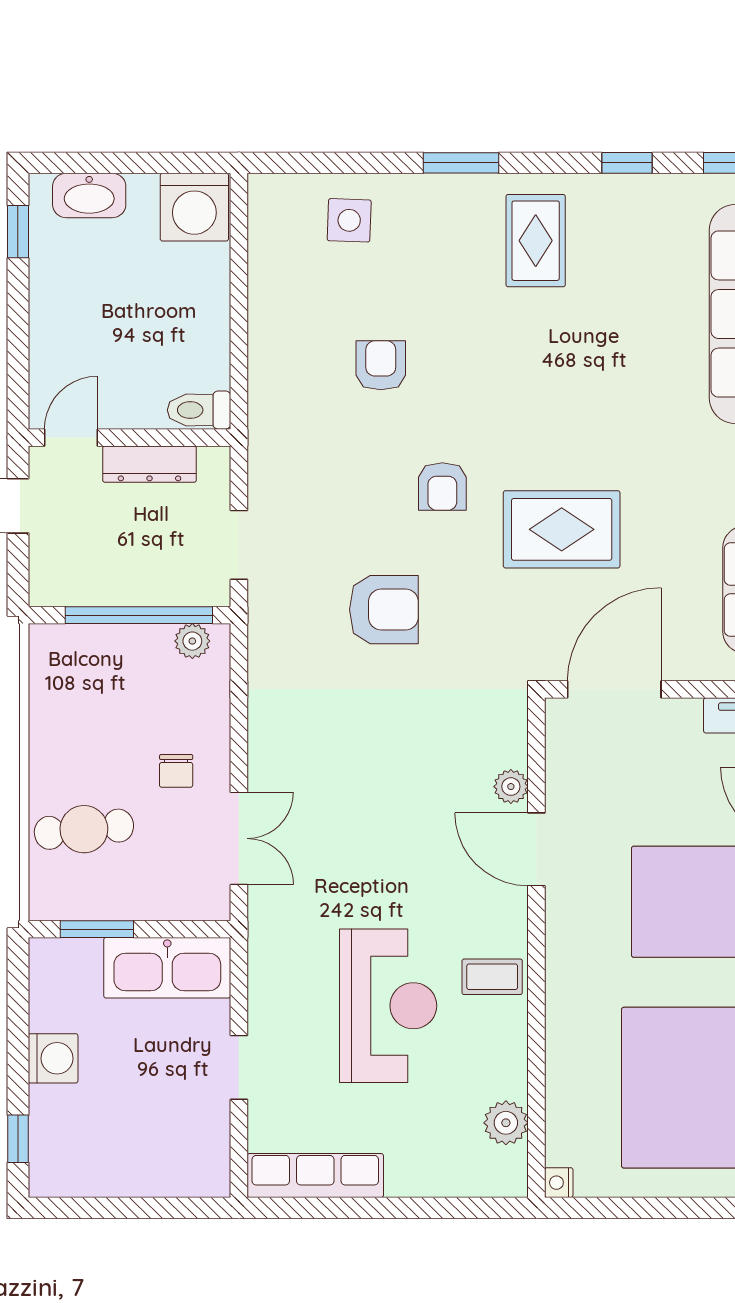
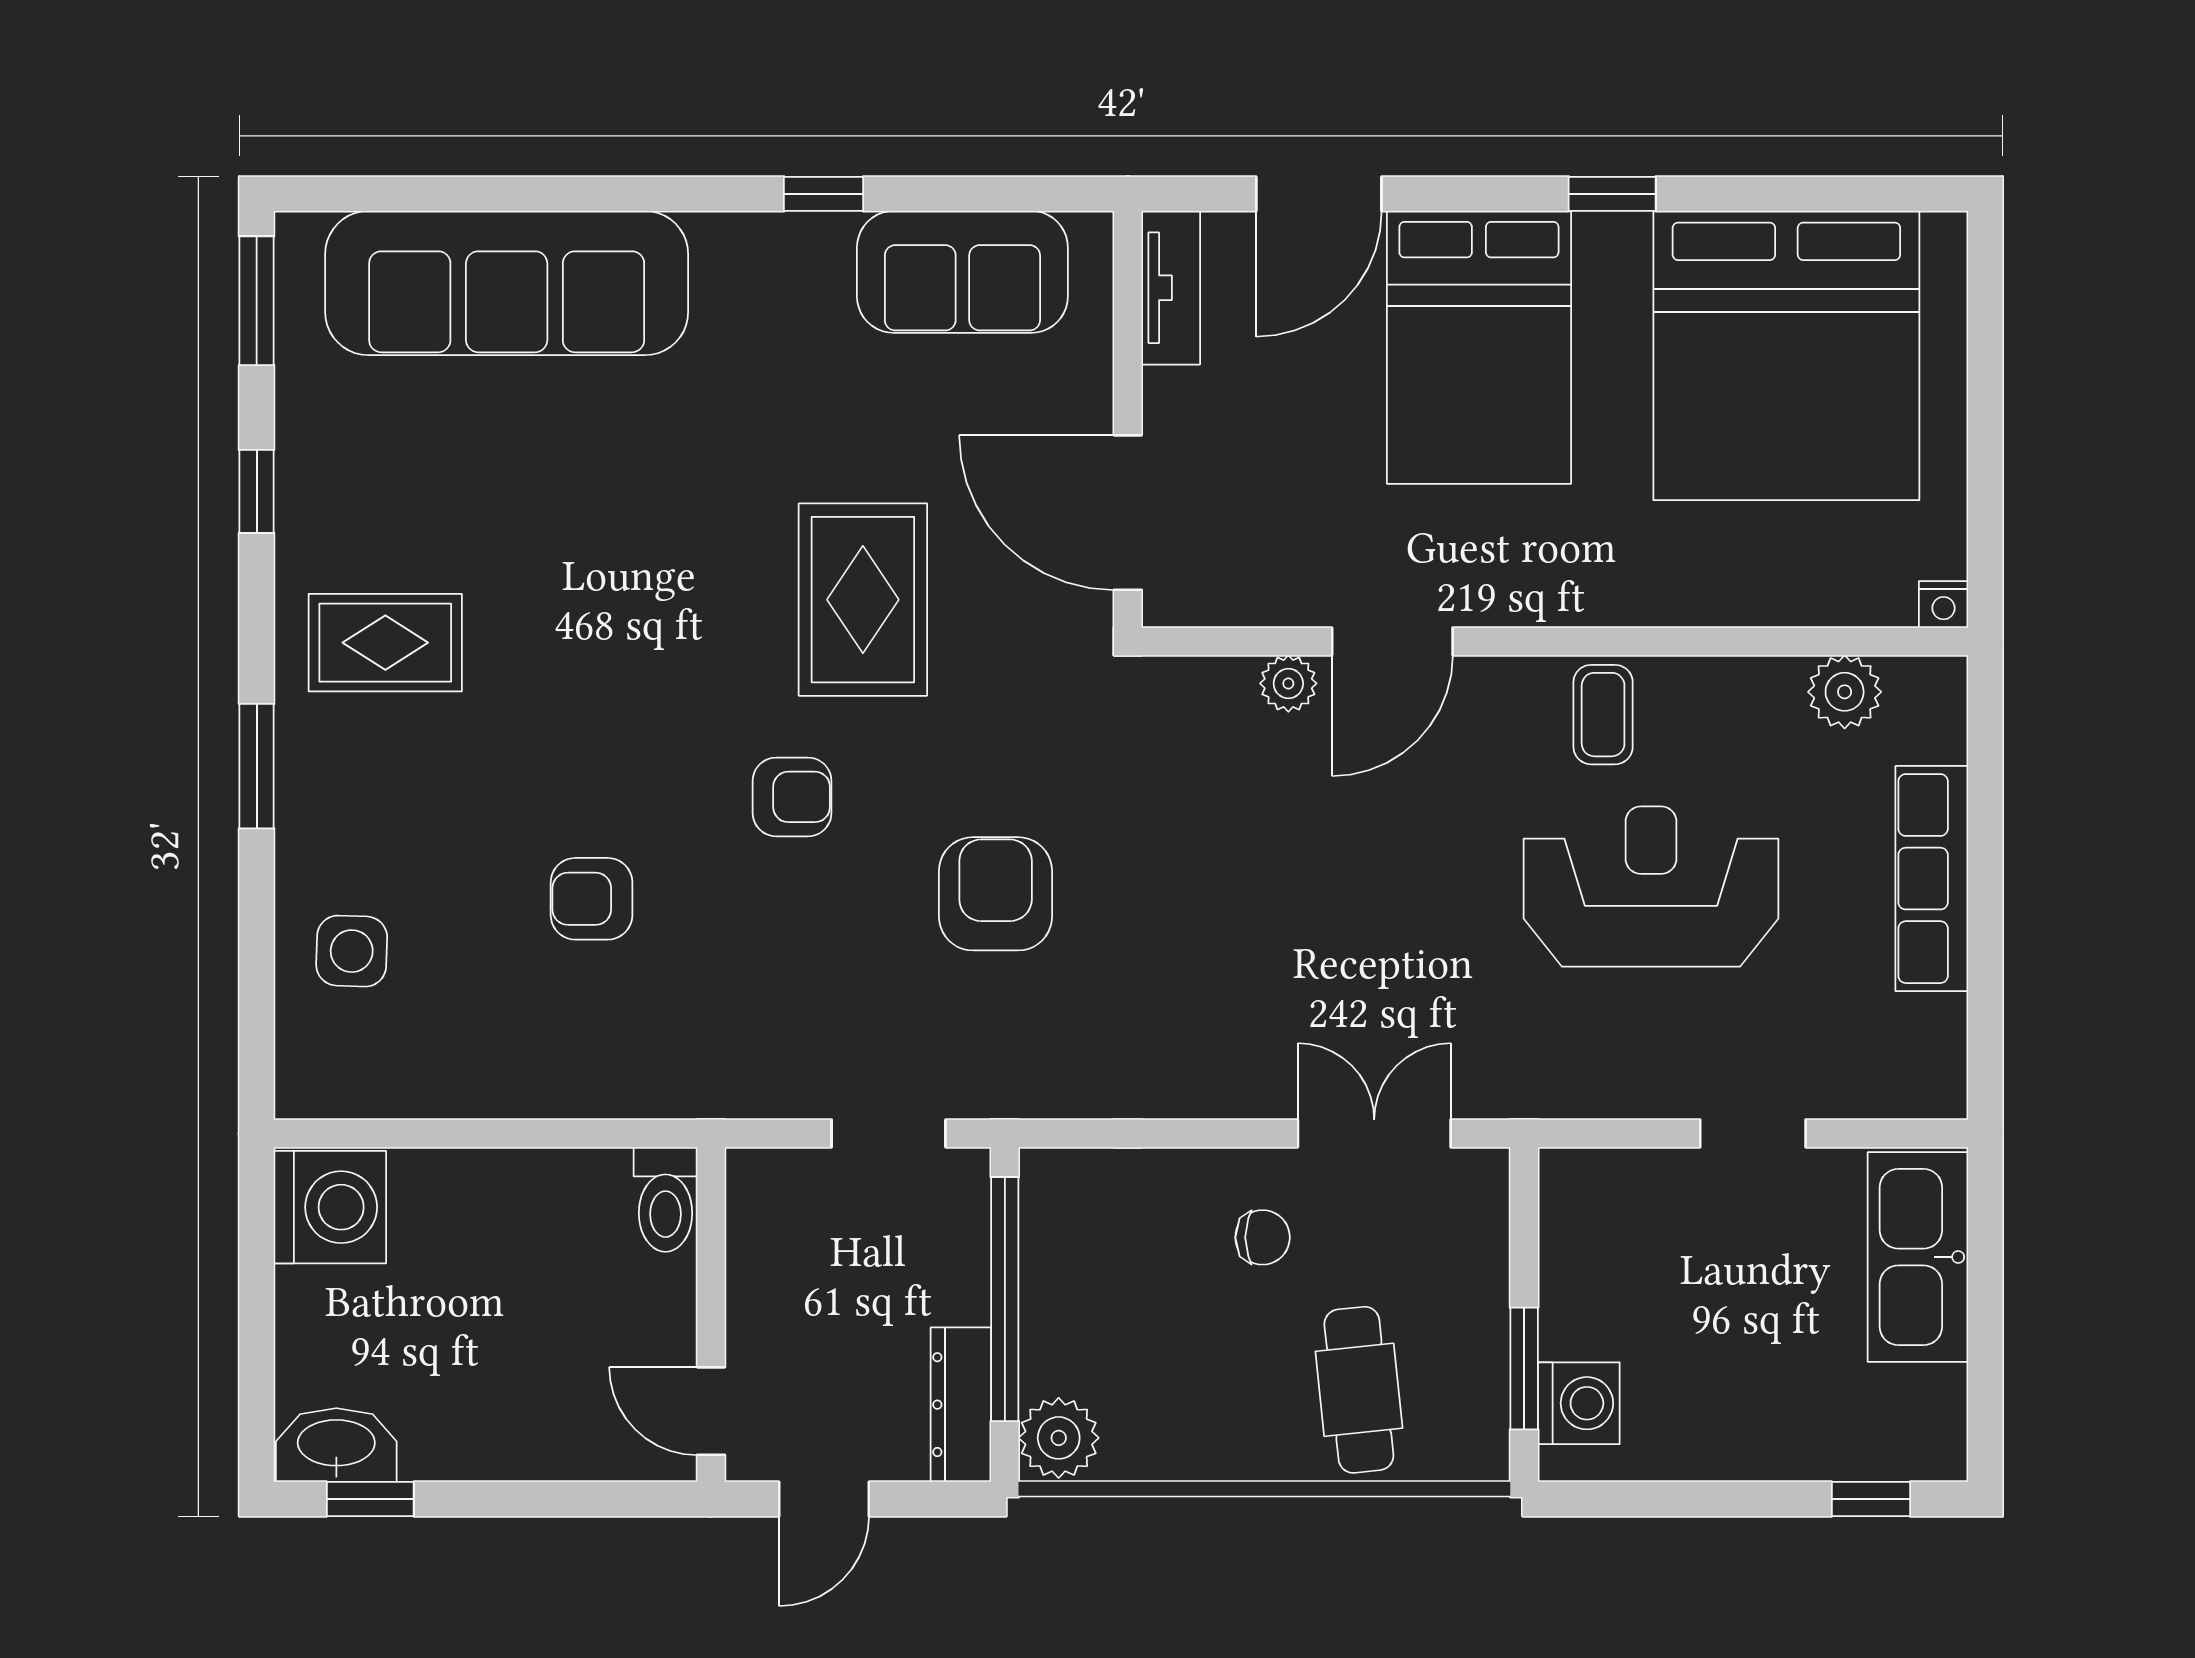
washbasin: (89, 195) -> (336, 1445), moved, turned -90
dresser: (150, 464) -> (961, 1405), moved, turned 180
plant: (192, 641) -> (1059, 1438), moved, width x1.38, depth x1.38
kitchen sink: (167, 968) -> (1918, 1257), moved, turned 180
washing machine: (53, 1058) -> (1579, 1403), moved, turned 90
row of seats: (315, 1176) -> (1932, 879), moved

